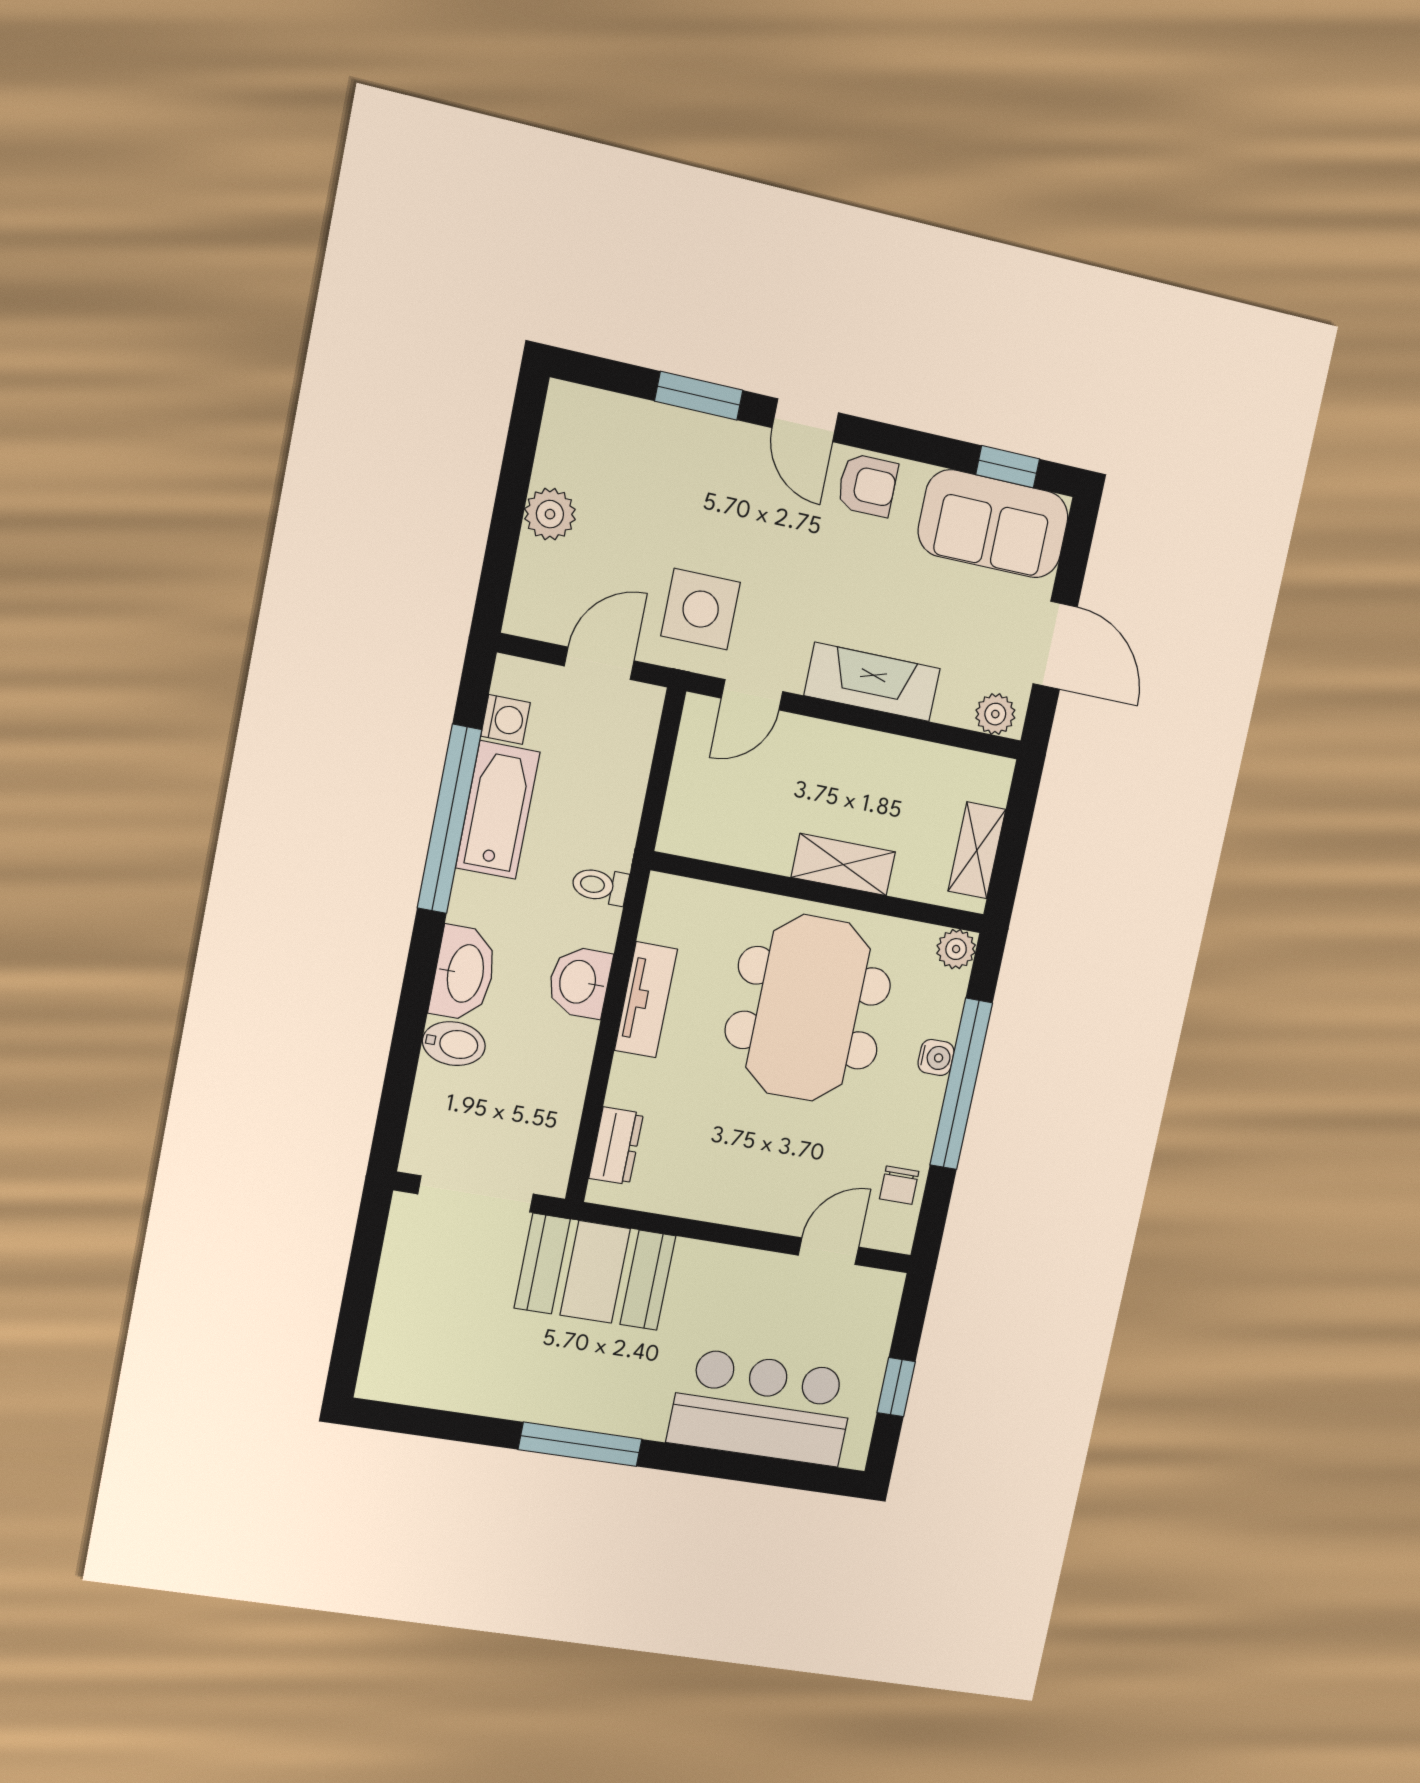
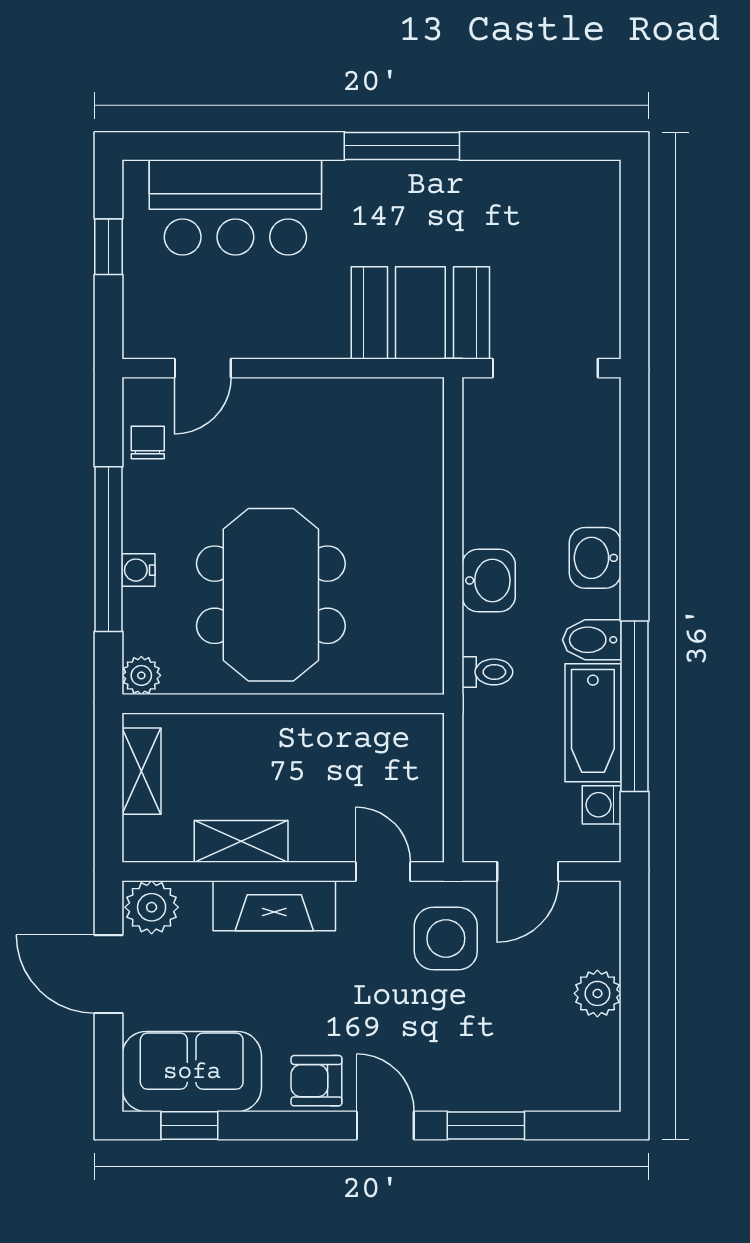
door: (752, 695) -> (383, 871), hinge flipped
plant: (995, 714) -> (152, 907), width x1.38, depth x1.38
shelving: (843, 865) -> (241, 841), moved
washbasin: (464, 973) -> (595, 558), width x0.72
tv unit: (646, 1000) -> (424, 575), removed
bidet: (454, 1044) -> (592, 640), moved
dresser: (616, 1146) -> (425, 435), removed

